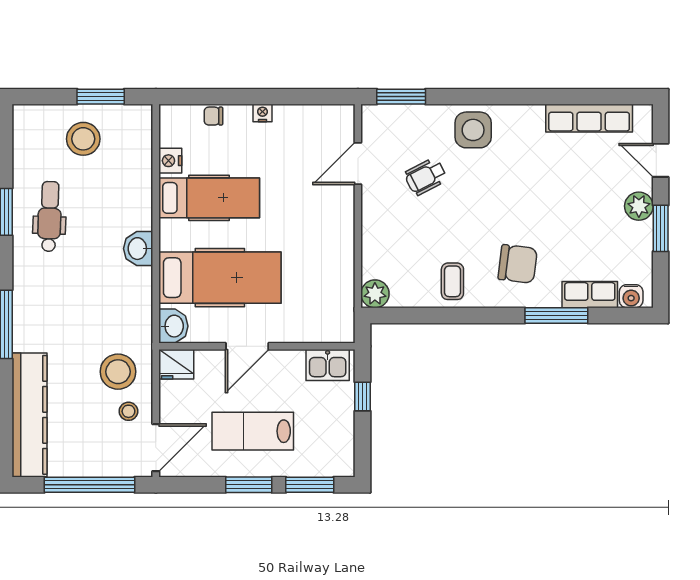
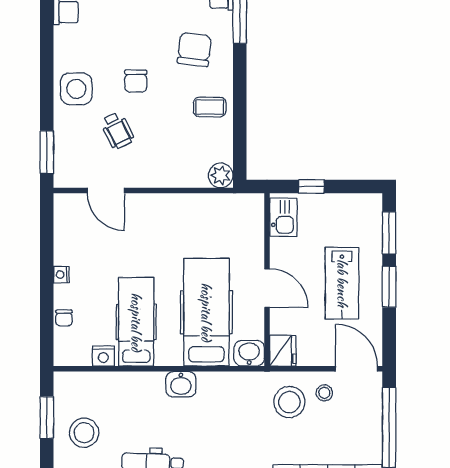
chair: (482, 198) -> (136, 81), added

